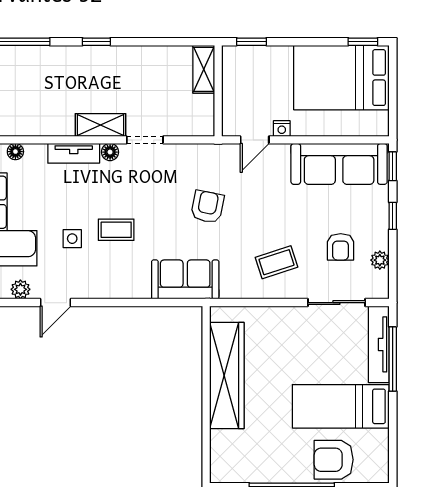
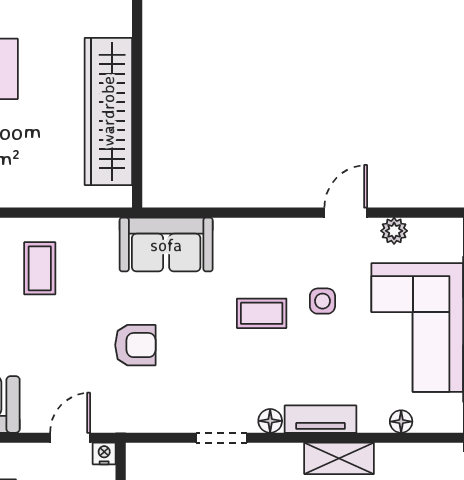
shelving: (100, 125) -> (339, 458), moved
nightstand: (282, 128) -> (104, 453), moved
armchair: (207, 207) -> (135, 345), turned -101
coffee table: (276, 262) -> (40, 268), turned -72

